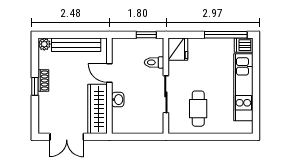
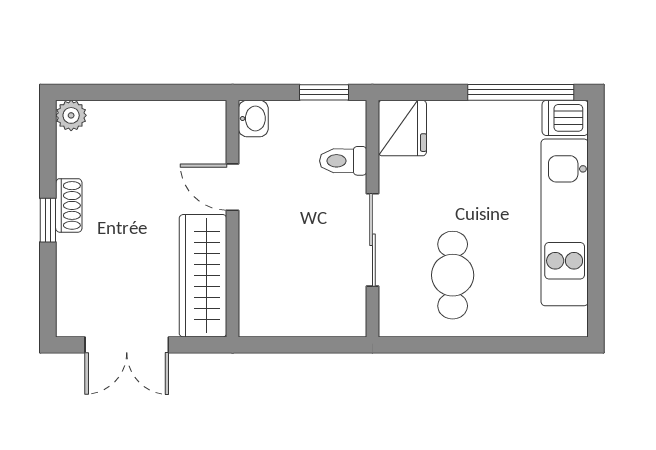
bench: (76, 45) -> (150, 117), removed
washbasin: (118, 100) -> (253, 119), moved

